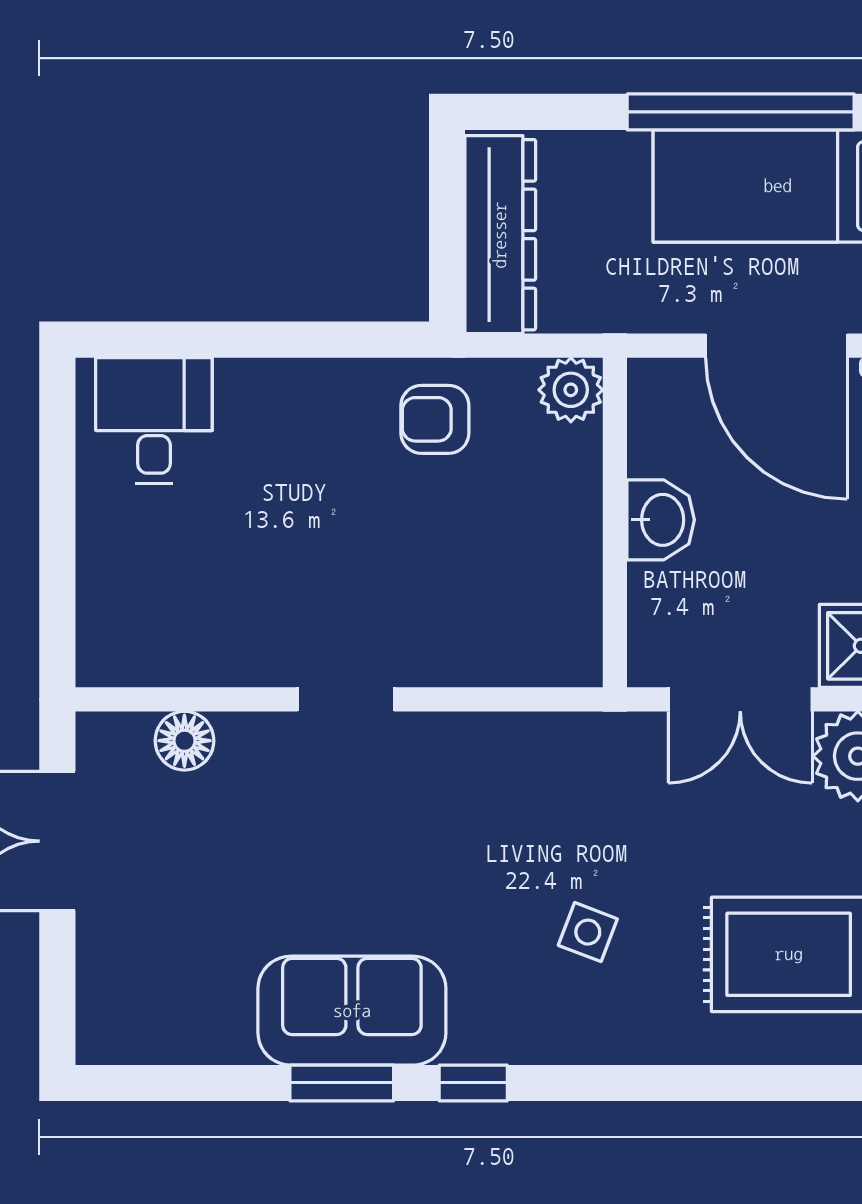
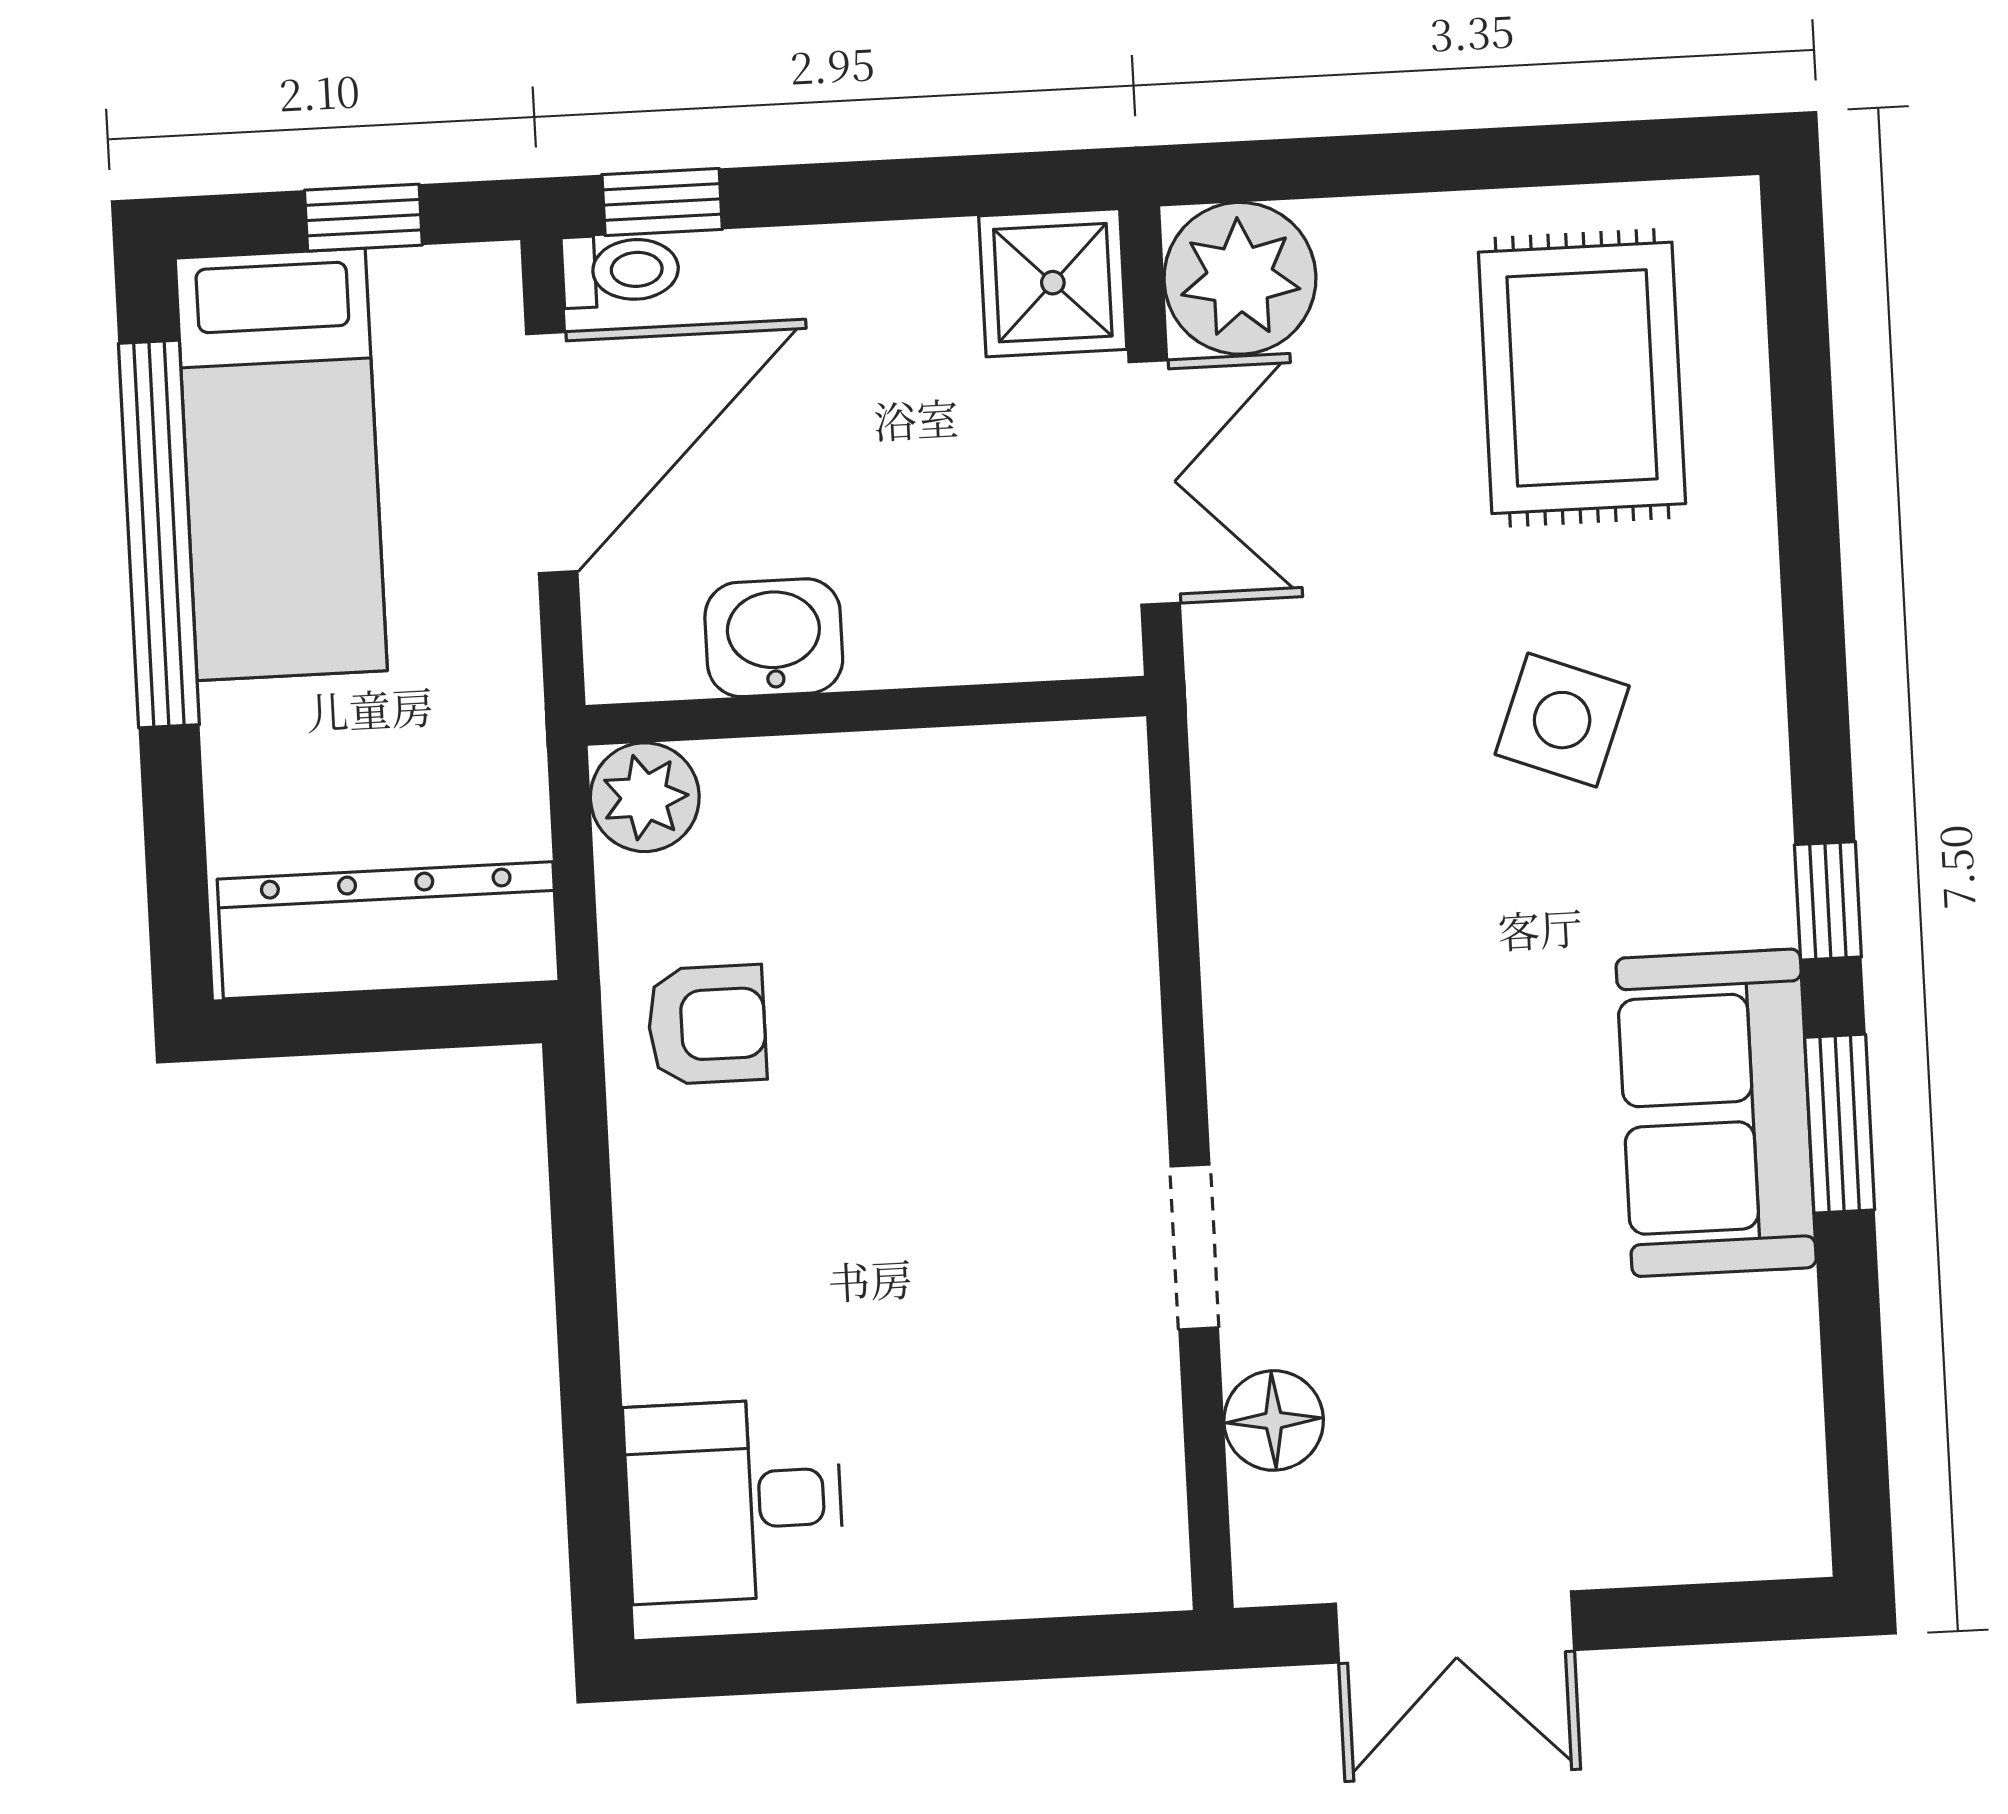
armchair: (435, 419) -> (707, 1025), turned -90
washbasin: (661, 520) -> (774, 638), moved
doorway: (346, 699) -> (1194, 1247), moved
side table: (588, 932) -> (1562, 720), width x1.37, depth x1.37

